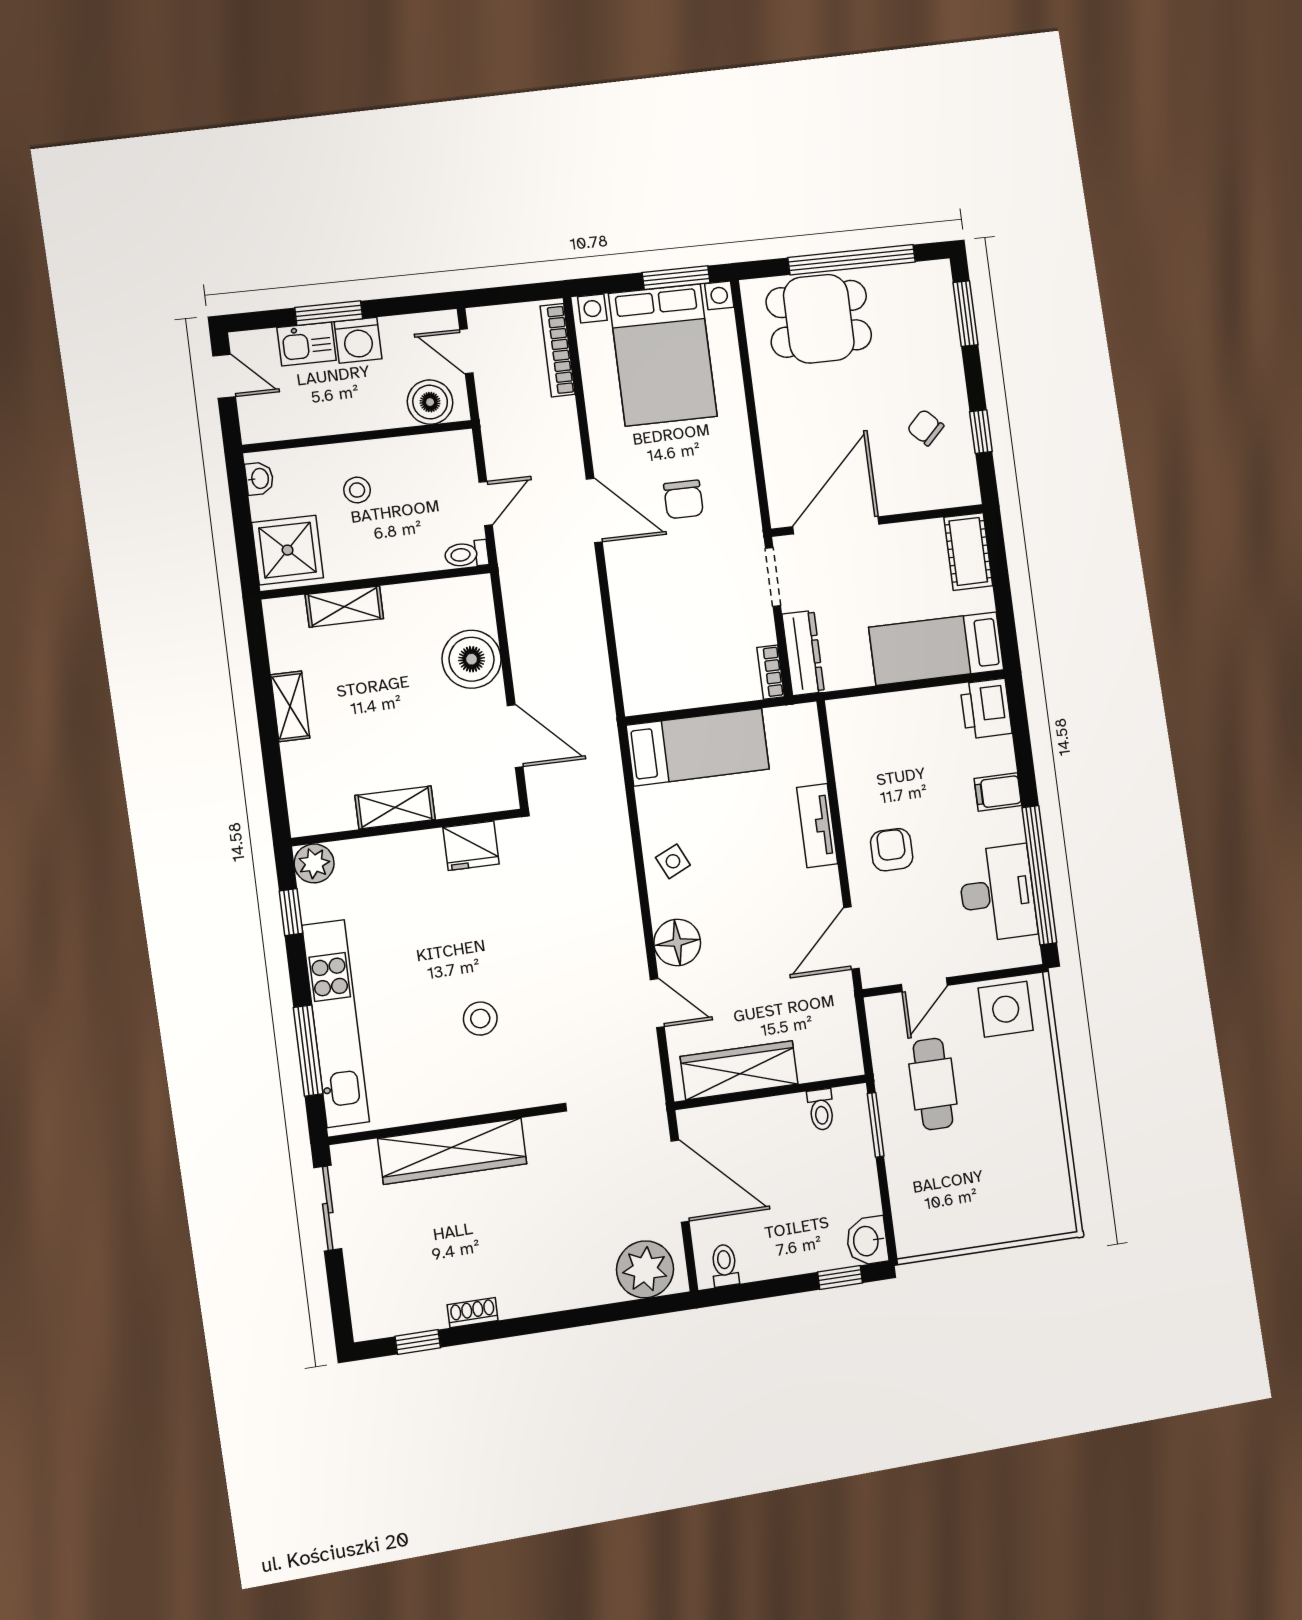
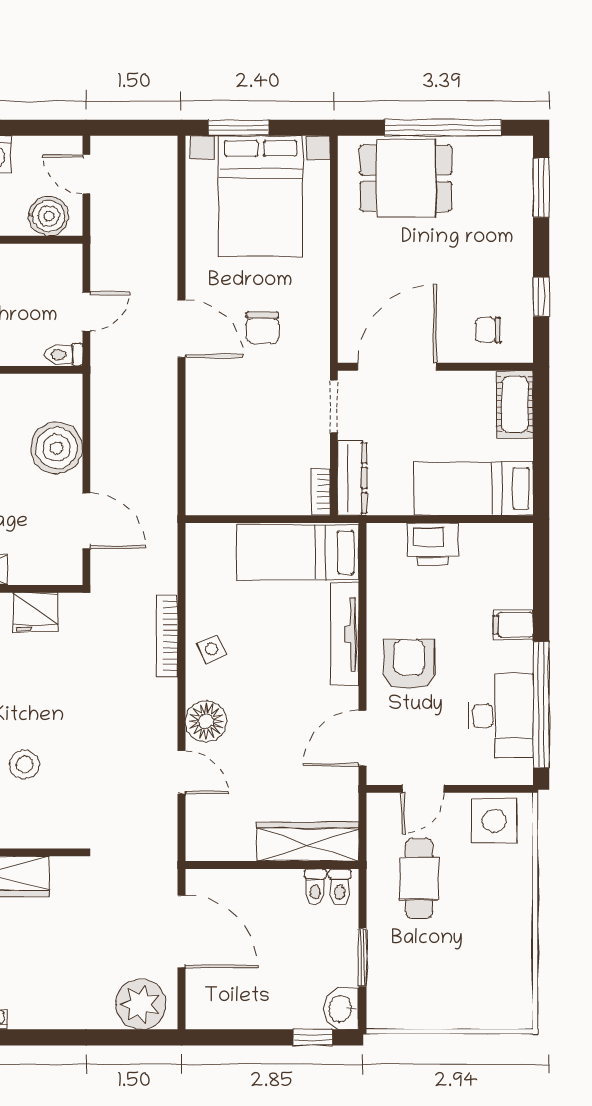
window: (676, 278) -> (238, 128), moved
bookcase: (558, 350) -> (167, 636), moved
chair: (925, 428) -> (488, 330), moved, turned -45
printer: (986, 709) -> (433, 544), moved, turned -90
bed: (698, 747) -> (297, 552), moved, turned 180
tv unit: (817, 826) -> (345, 634), width x1.41
armchair: (892, 850) -> (409, 664), width x1.38, depth x1.38
wardrobe: (739, 1070) -> (308, 842), moved
window: (876, 1125) -> (362, 957), moved
toilet: (725, 1265) -> (340, 887), moved, turned 180

